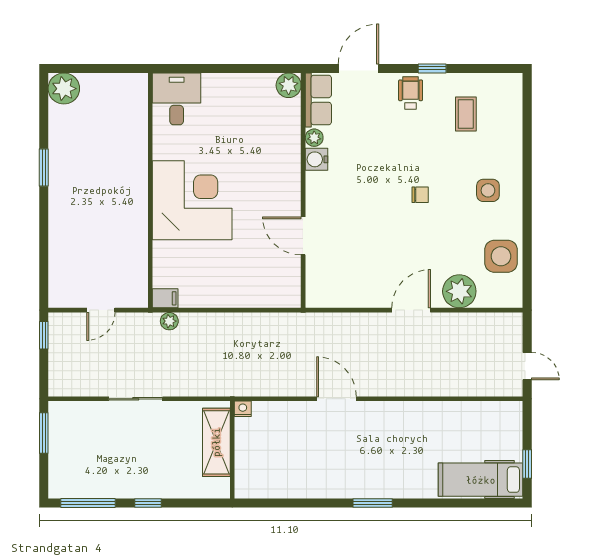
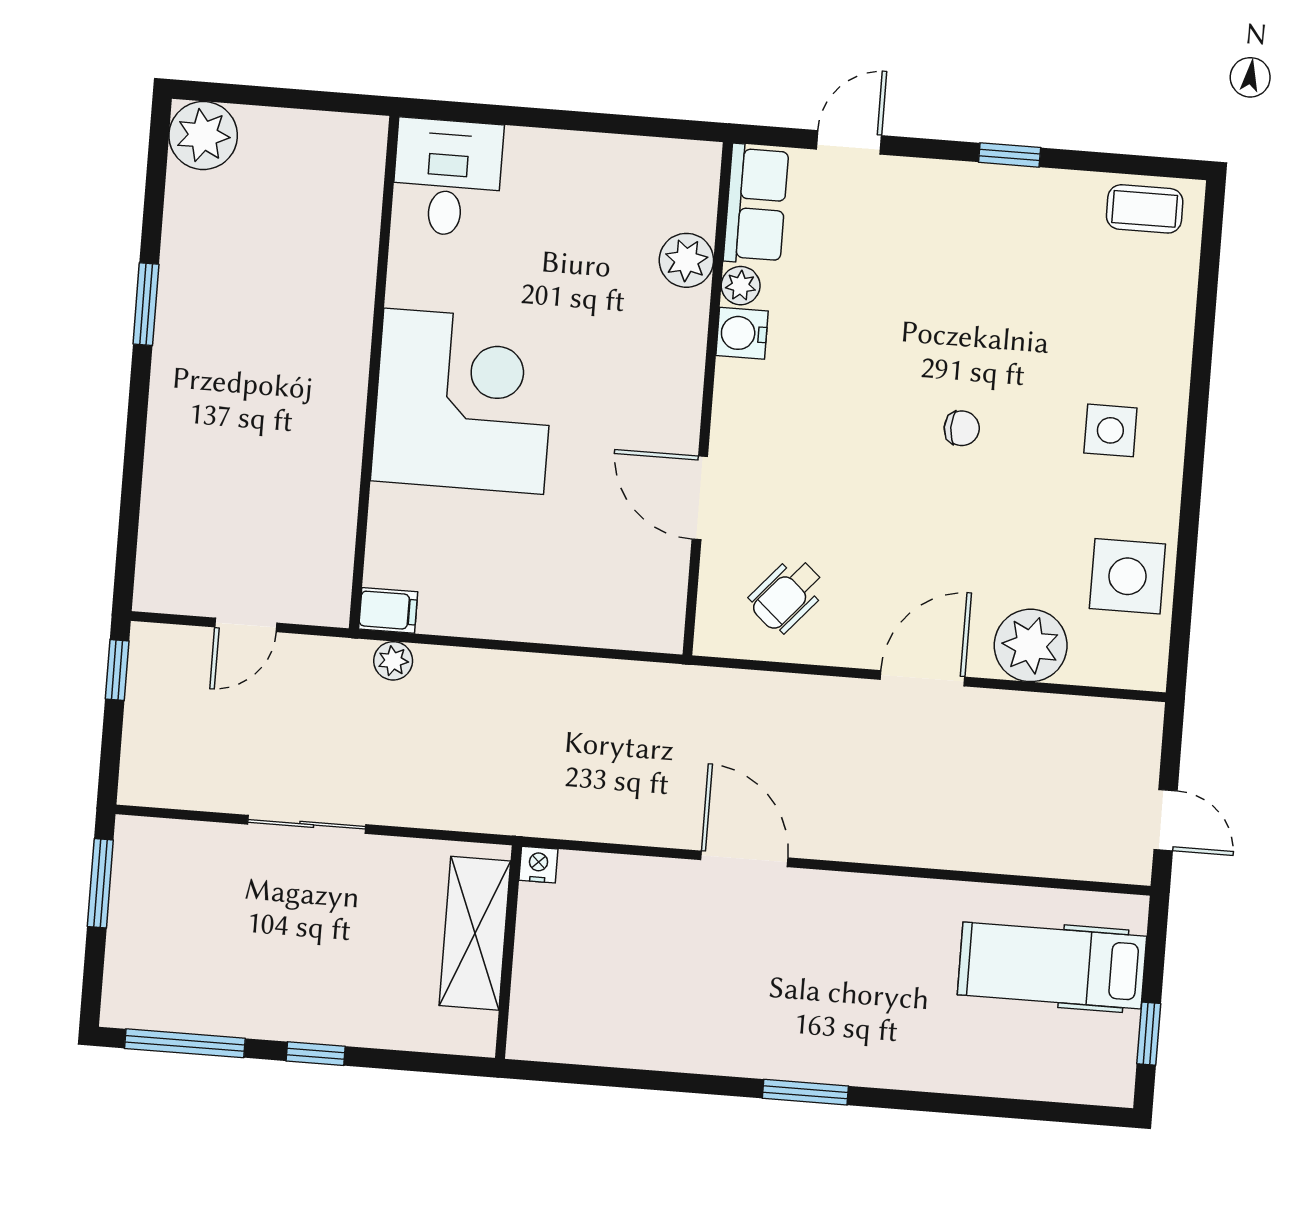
door: (358, 68) -> (849, 142), width x0.73
plant: (289, 85) -> (686, 260), moved
wheelchair: (411, 93) -> (787, 595), moved, turned -139
coffee table: (466, 114) -> (1145, 209), moved, turned 90
hospital bed: (481, 480) -> (1052, 965), moved

